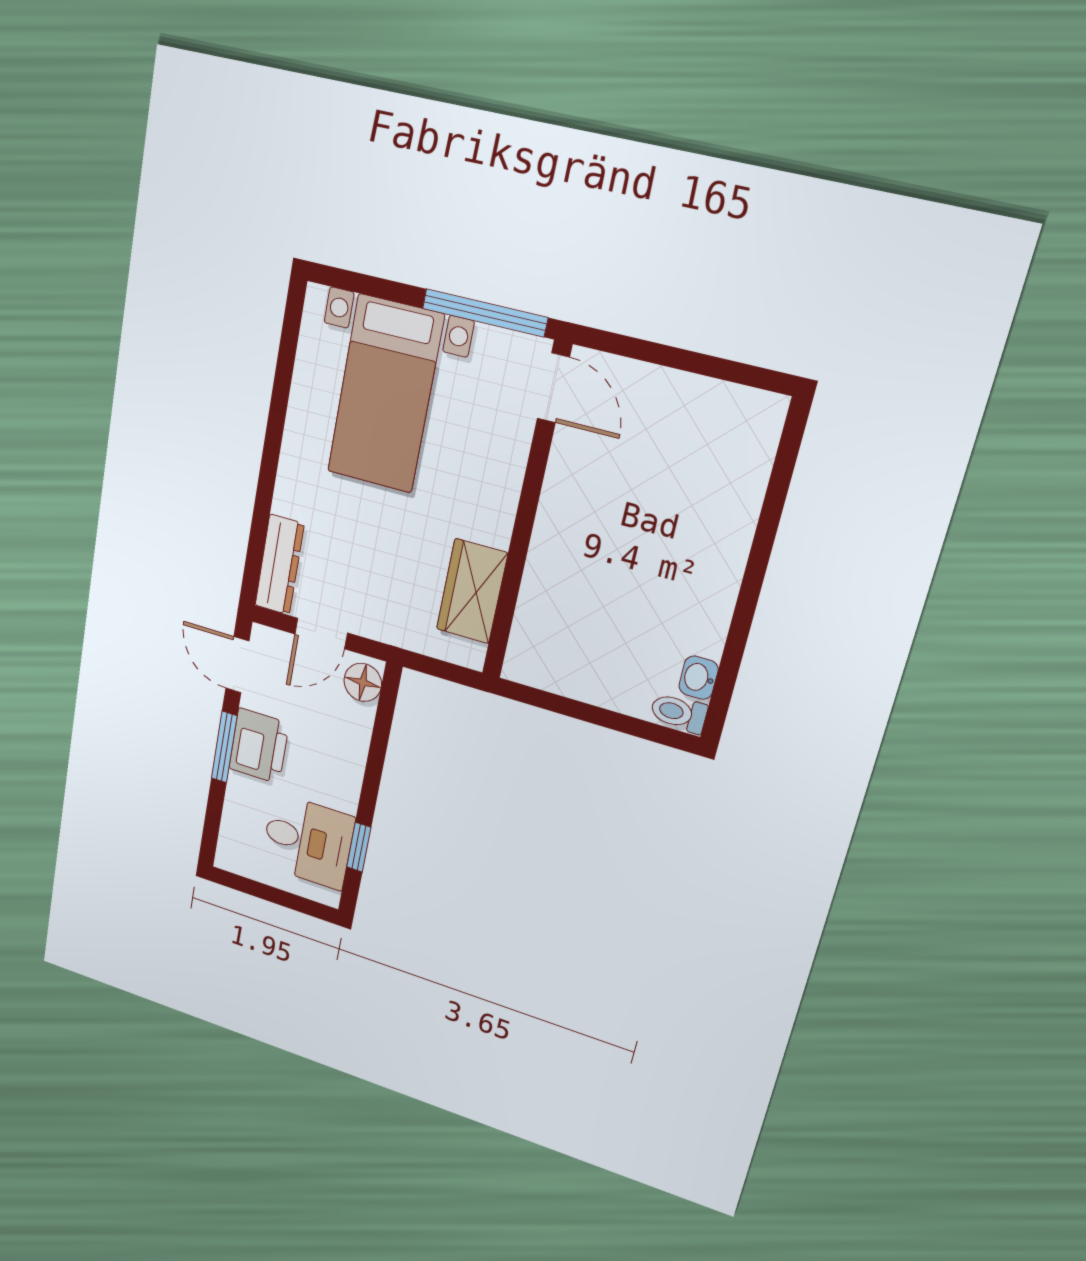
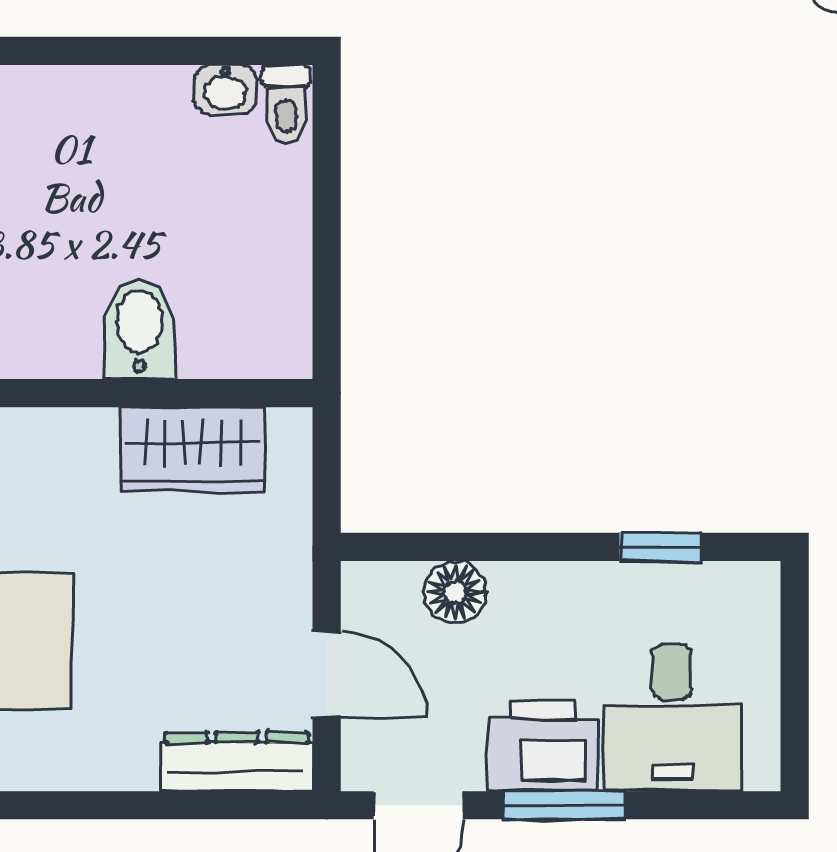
bidet: (556, 579) -> (139, 329), added
floor lamp: (363, 682) -> (455, 592), moved
desk: (308, 841) -> (672, 718), moved, turned 180

